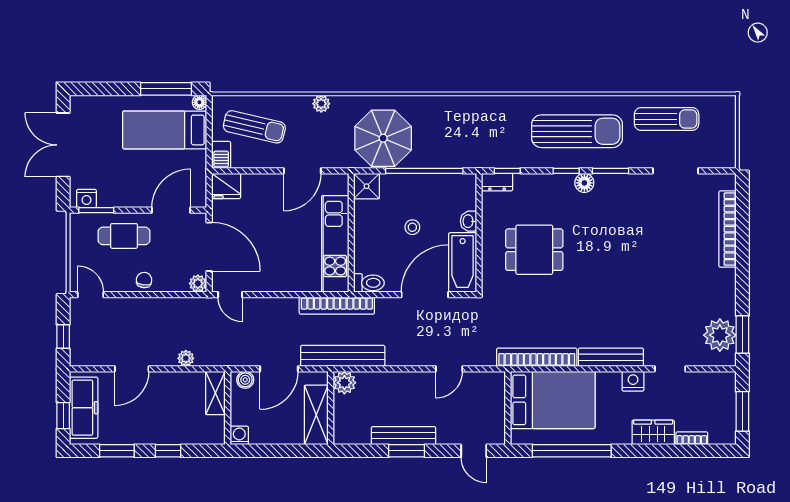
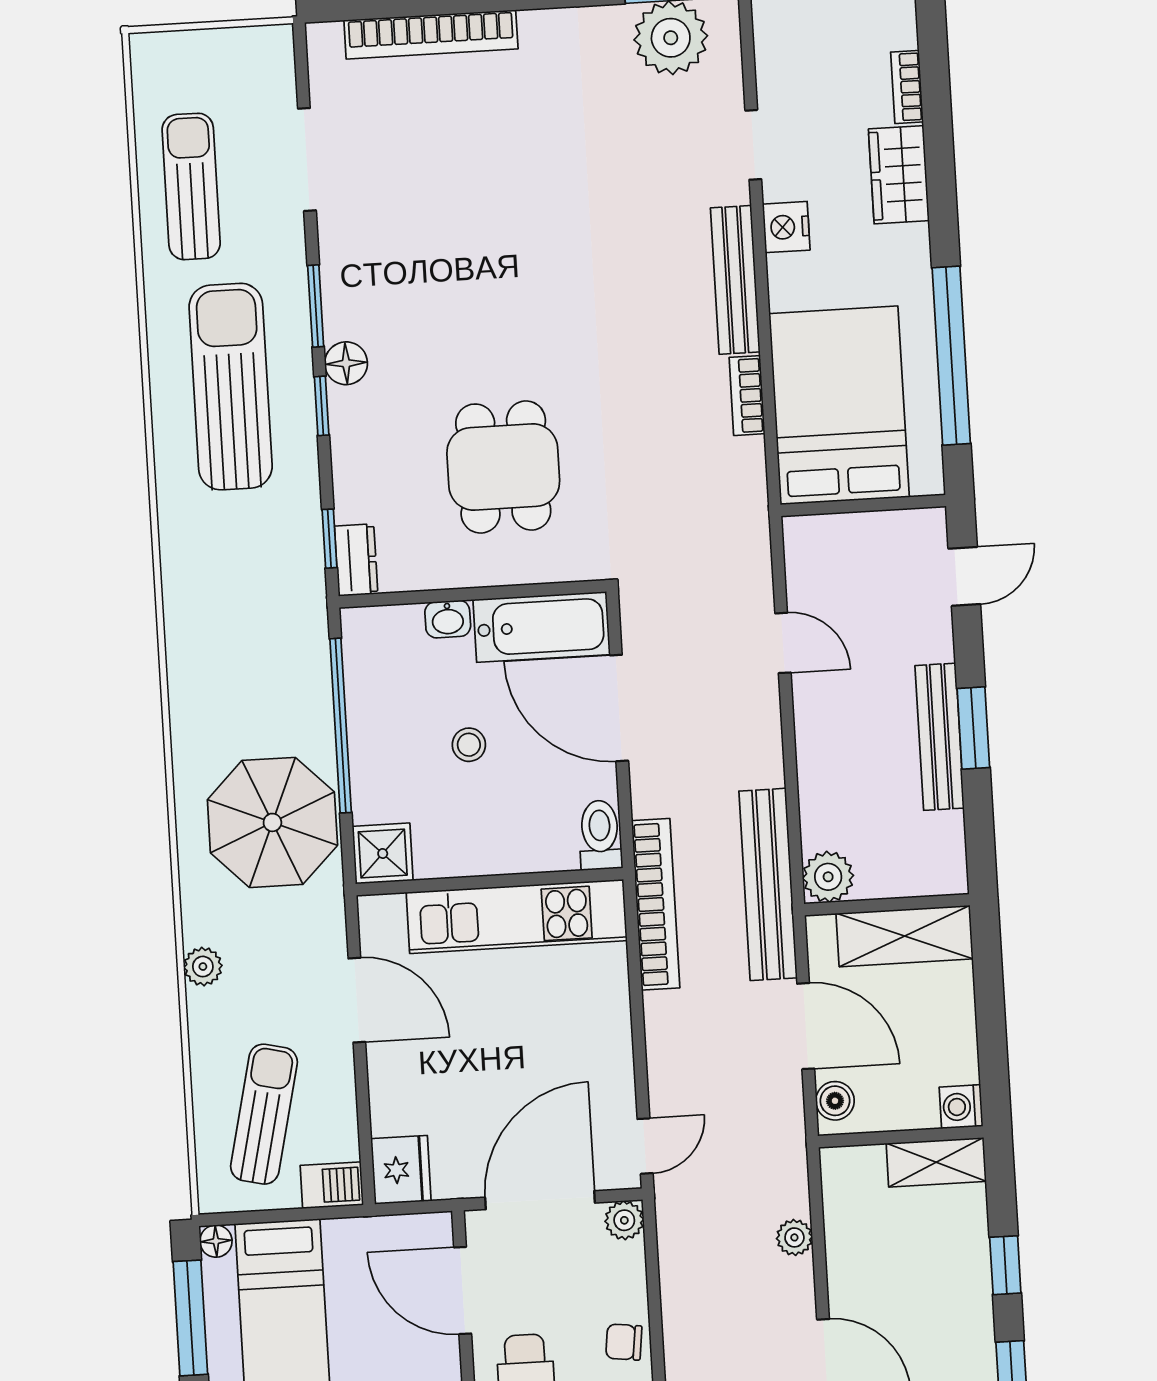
bookcase: (537, 357) -> (747, 396), width x0.43, depth x0.76
shelving: (215, 393) -> (936, 1162), moved

